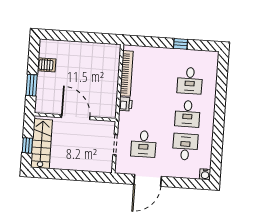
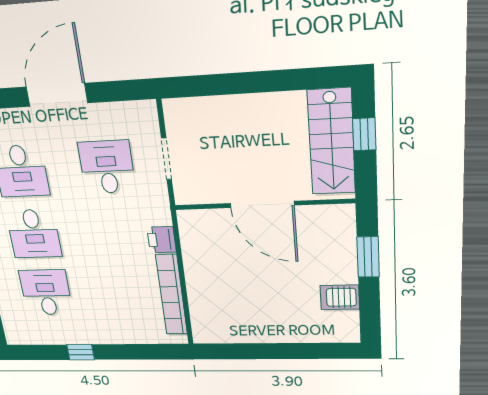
desk: (188, 114) -> (34, 234), turned 180
door: (148, 180) -> (57, 95), moved

